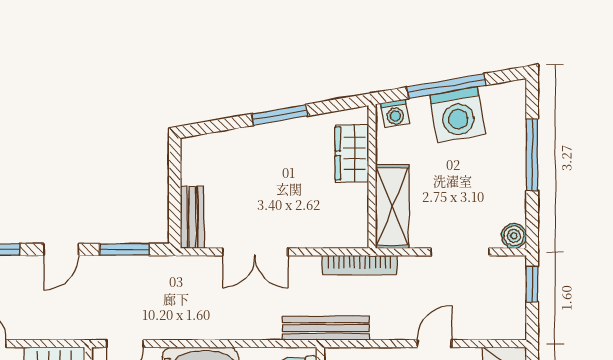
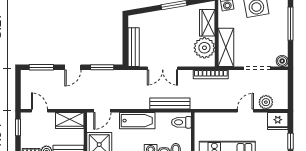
plant: (346, 207) -> (204, 48), added
bench: (192, 217) -> (134, 47), width x1.36
window: (532, 284) -> (291, 83), removed
plant: (479, 325) -> (266, 102), added
bench: (326, 328) -> (170, 104), moved

